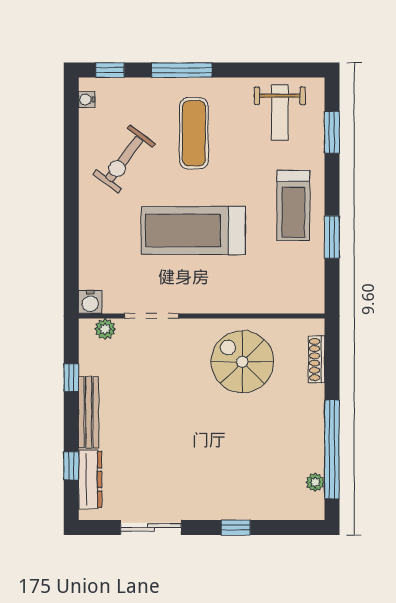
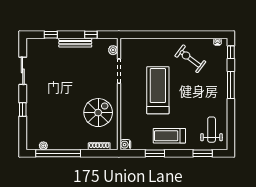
weight bench: (280, 113) -> (212, 130), turned 90
exercise mat: (194, 133) -> (202, 90), removed
water cooler: (90, 302) -> (125, 145), moved
dresser: (90, 479) -> (45, 43), removed

